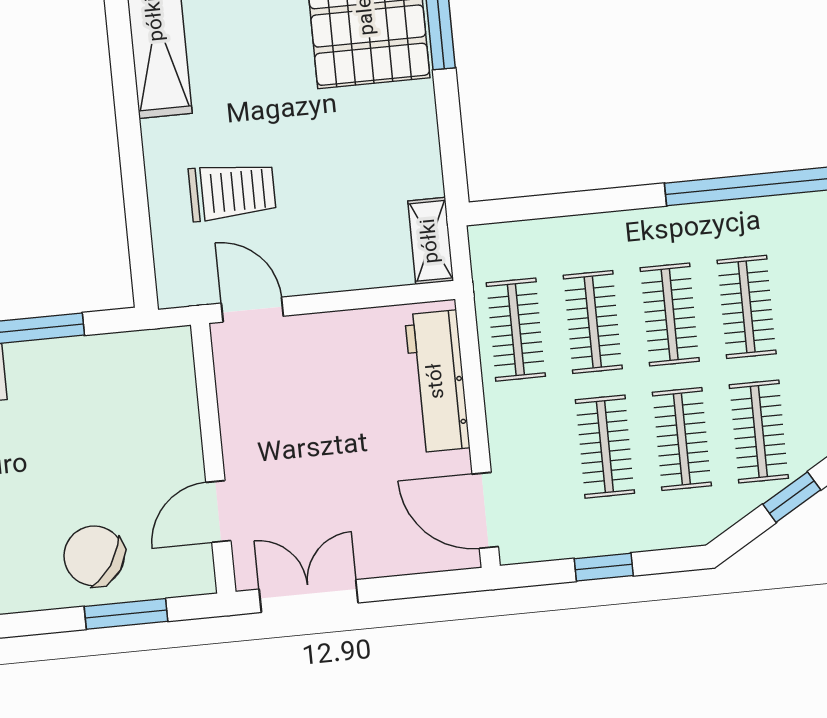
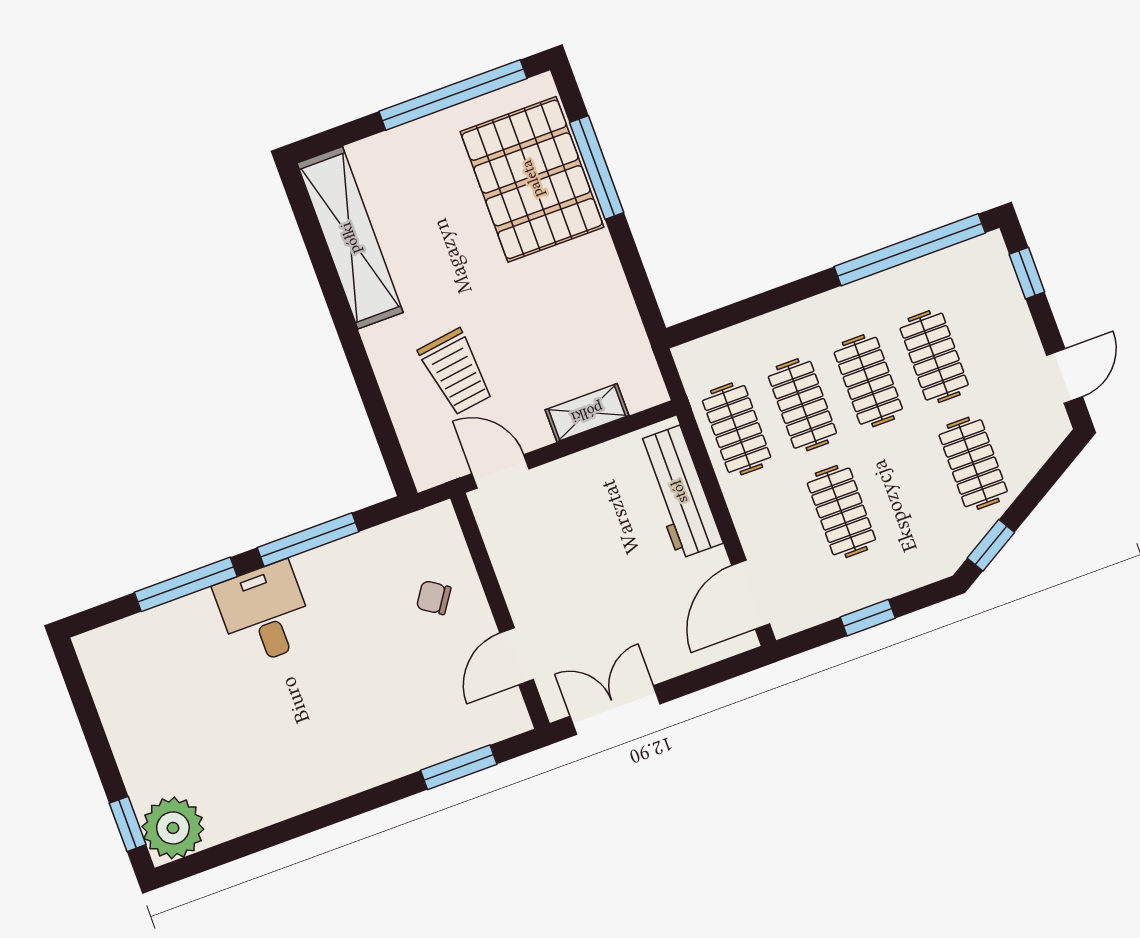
trolley: (232, 191) -> (456, 372), turned 82
shelving: (431, 241) -> (587, 413), moved, turned 90
clothes rail: (682, 439) -> (907, 487), removed
window: (792, 497) -> (991, 545), moved
door: (485, 510) -> (751, 595), hinge flipped
chair: (94, 556) -> (434, 598), moved, width x0.54, depth x0.54

